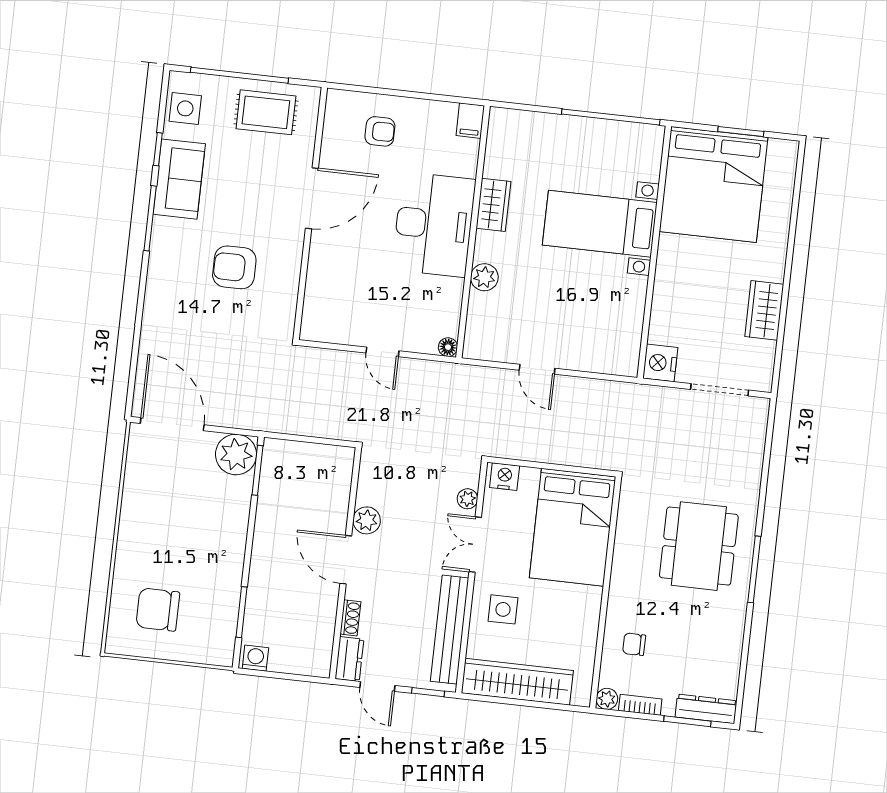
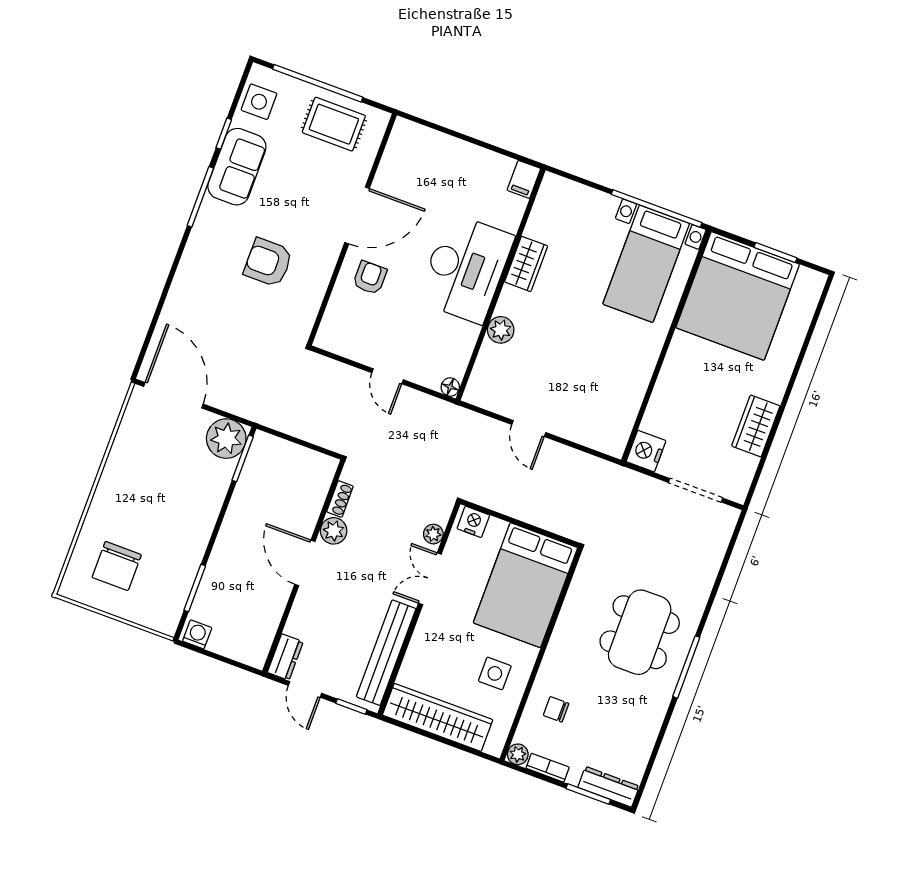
armchair: (380, 131) -> (370, 278), moved, turned -90
bed with nightstands: (600, 224) -> (646, 264), moved, turned -90
side table: (503, 609) -> (495, 673), moved
chair: (158, 610) -> (117, 566), turned -90
shoe rack: (350, 618) -> (340, 499), moved

